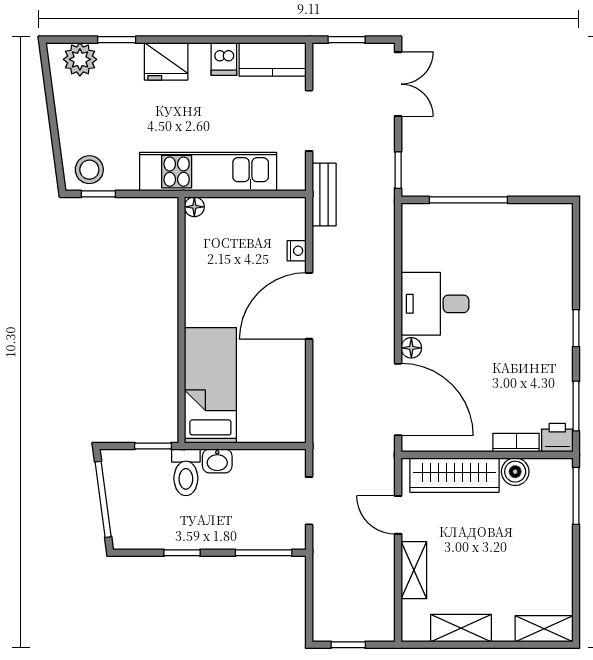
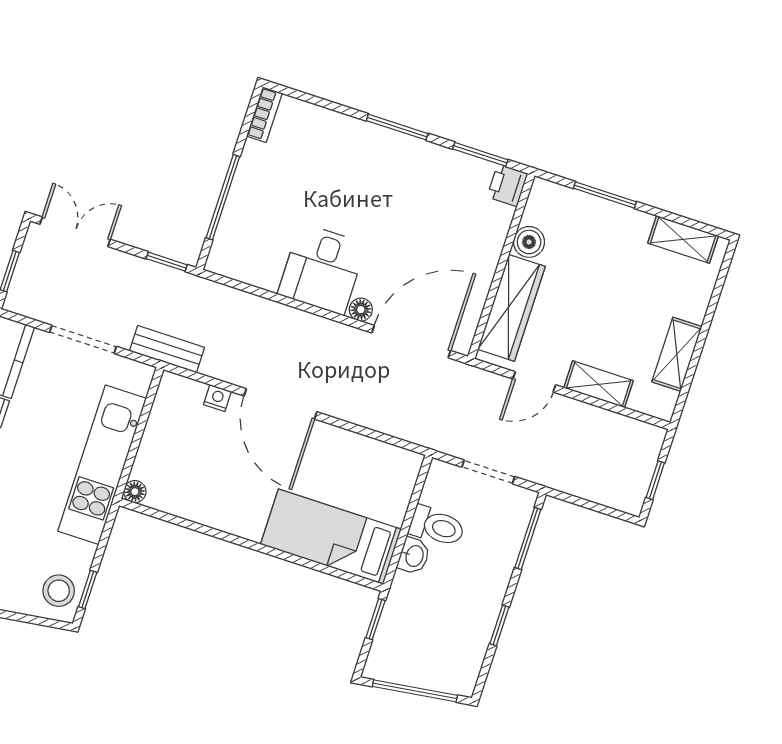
window: (576, 328) -> (397, 127), width x1.50
bookcase: (516, 443) -> (264, 115), moved, turned 180
toilet: (186, 472) -> (437, 526), moved
window: (576, 496) -> (605, 195), moved
shelving: (544, 629) -> (683, 239), moved, turned 90

